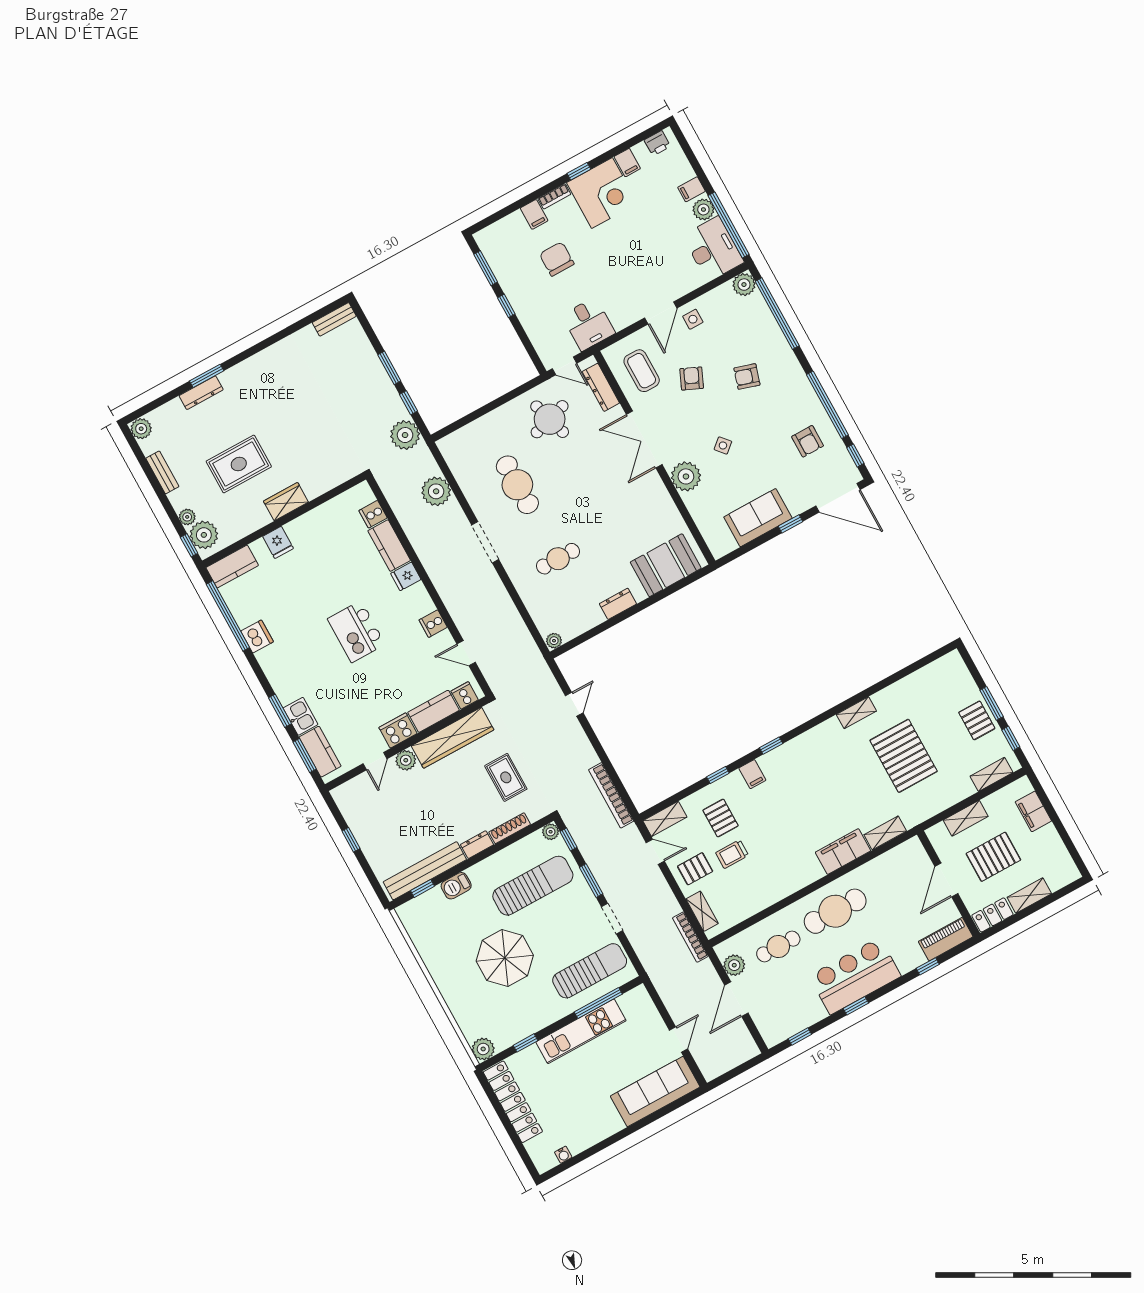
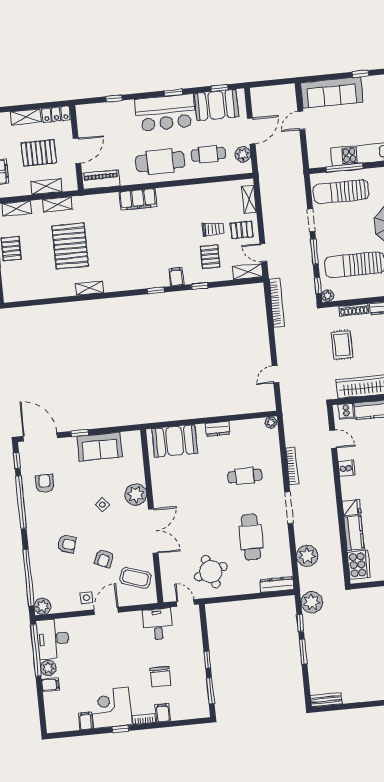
printer: (657, 143) -> (60, 725), removed
coffee table: (642, 371) -> (135, 578), turned -72
dresser: (601, 387) -> (277, 585), moved, turned -90
cooker: (373, 514) -> (359, 565), width x1.87, depth x1.31
shelving: (885, 833) -> (57, 204), moved
bookcase: (690, 937) -> (292, 466), moved
piano: (946, 939) -> (101, 180), moved, turned 180
booth: (795, 1013) -> (216, 105), added
window: (629, 1131) -> (360, 74), added

